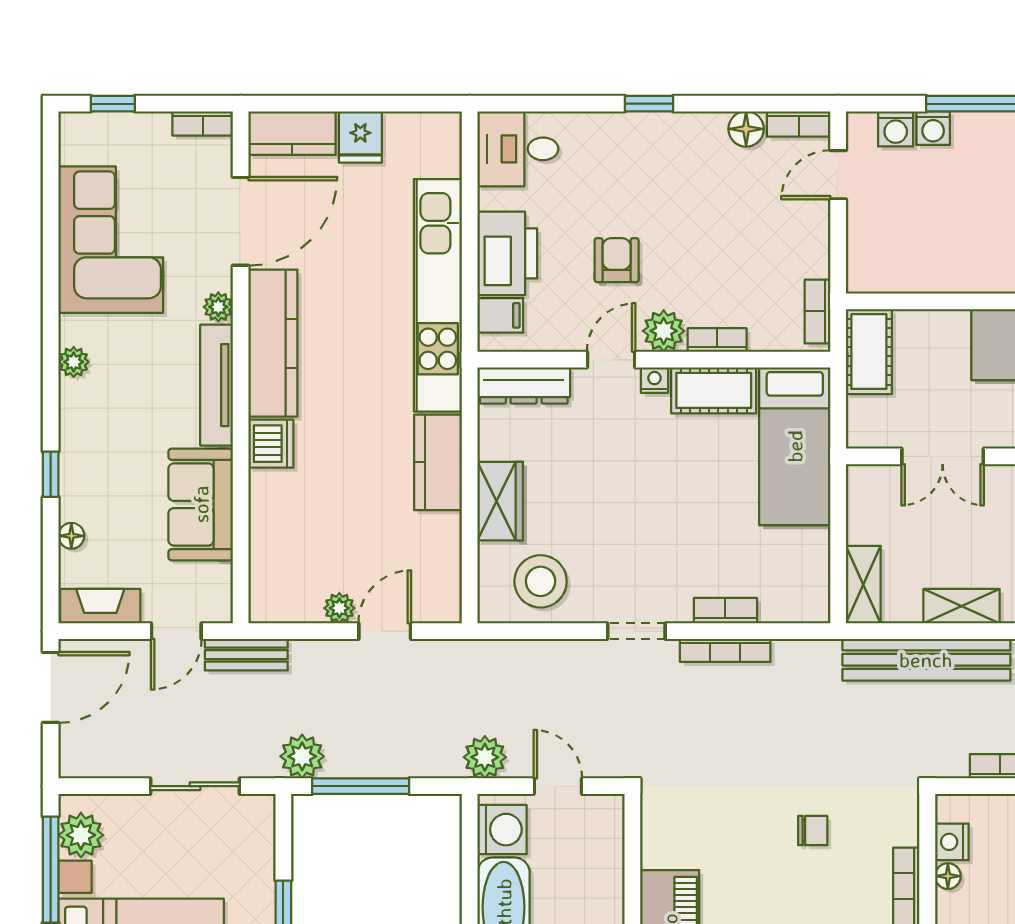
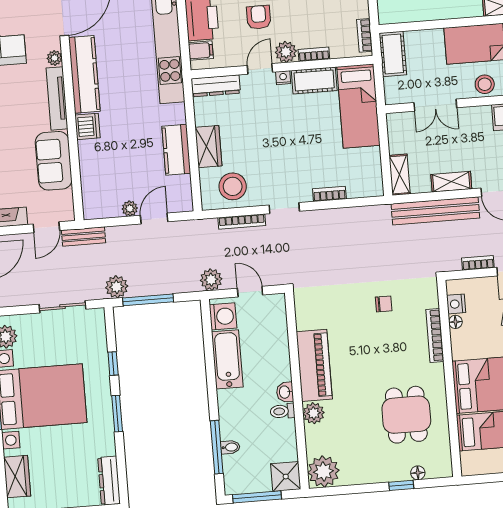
kitchen counter: (438, 462) -> (176, 150), moved
bookcase: (725, 650) -> (242, 222), moved

